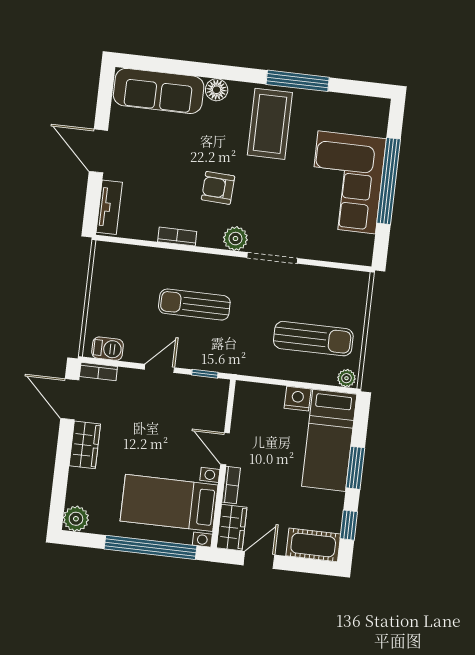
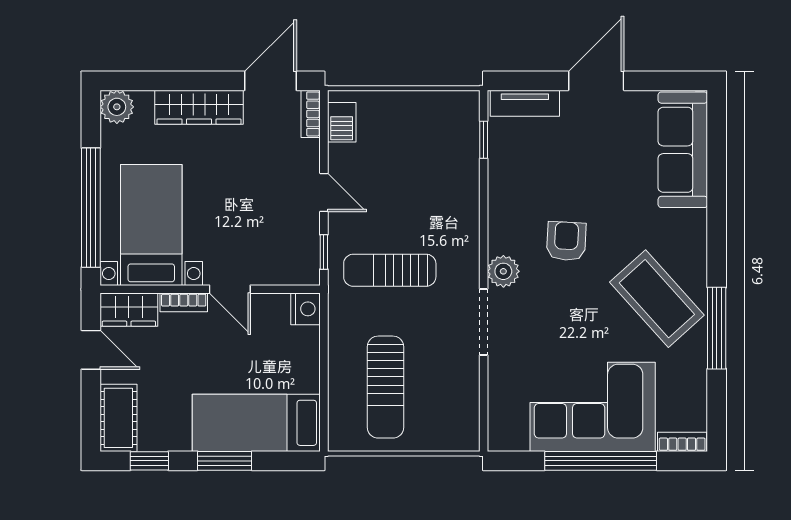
floor lamp: (217, 90) -> (693, 225), removed
coffee table: (270, 124) -> (657, 299), turned 48
bookcase: (177, 237) -> (682, 442), moved, turned -90
window: (133, 242) -> (484, 140), added
sun lounger: (194, 305) -> (390, 270), moved, turned -90
plant: (346, 378) -> (339, 436), removed
nightstand: (298, 399) -> (306, 309), moved
wardrobe: (85, 445) -> (199, 107), width x1.50
door: (225, 449) -> (230, 289), swing flipped

